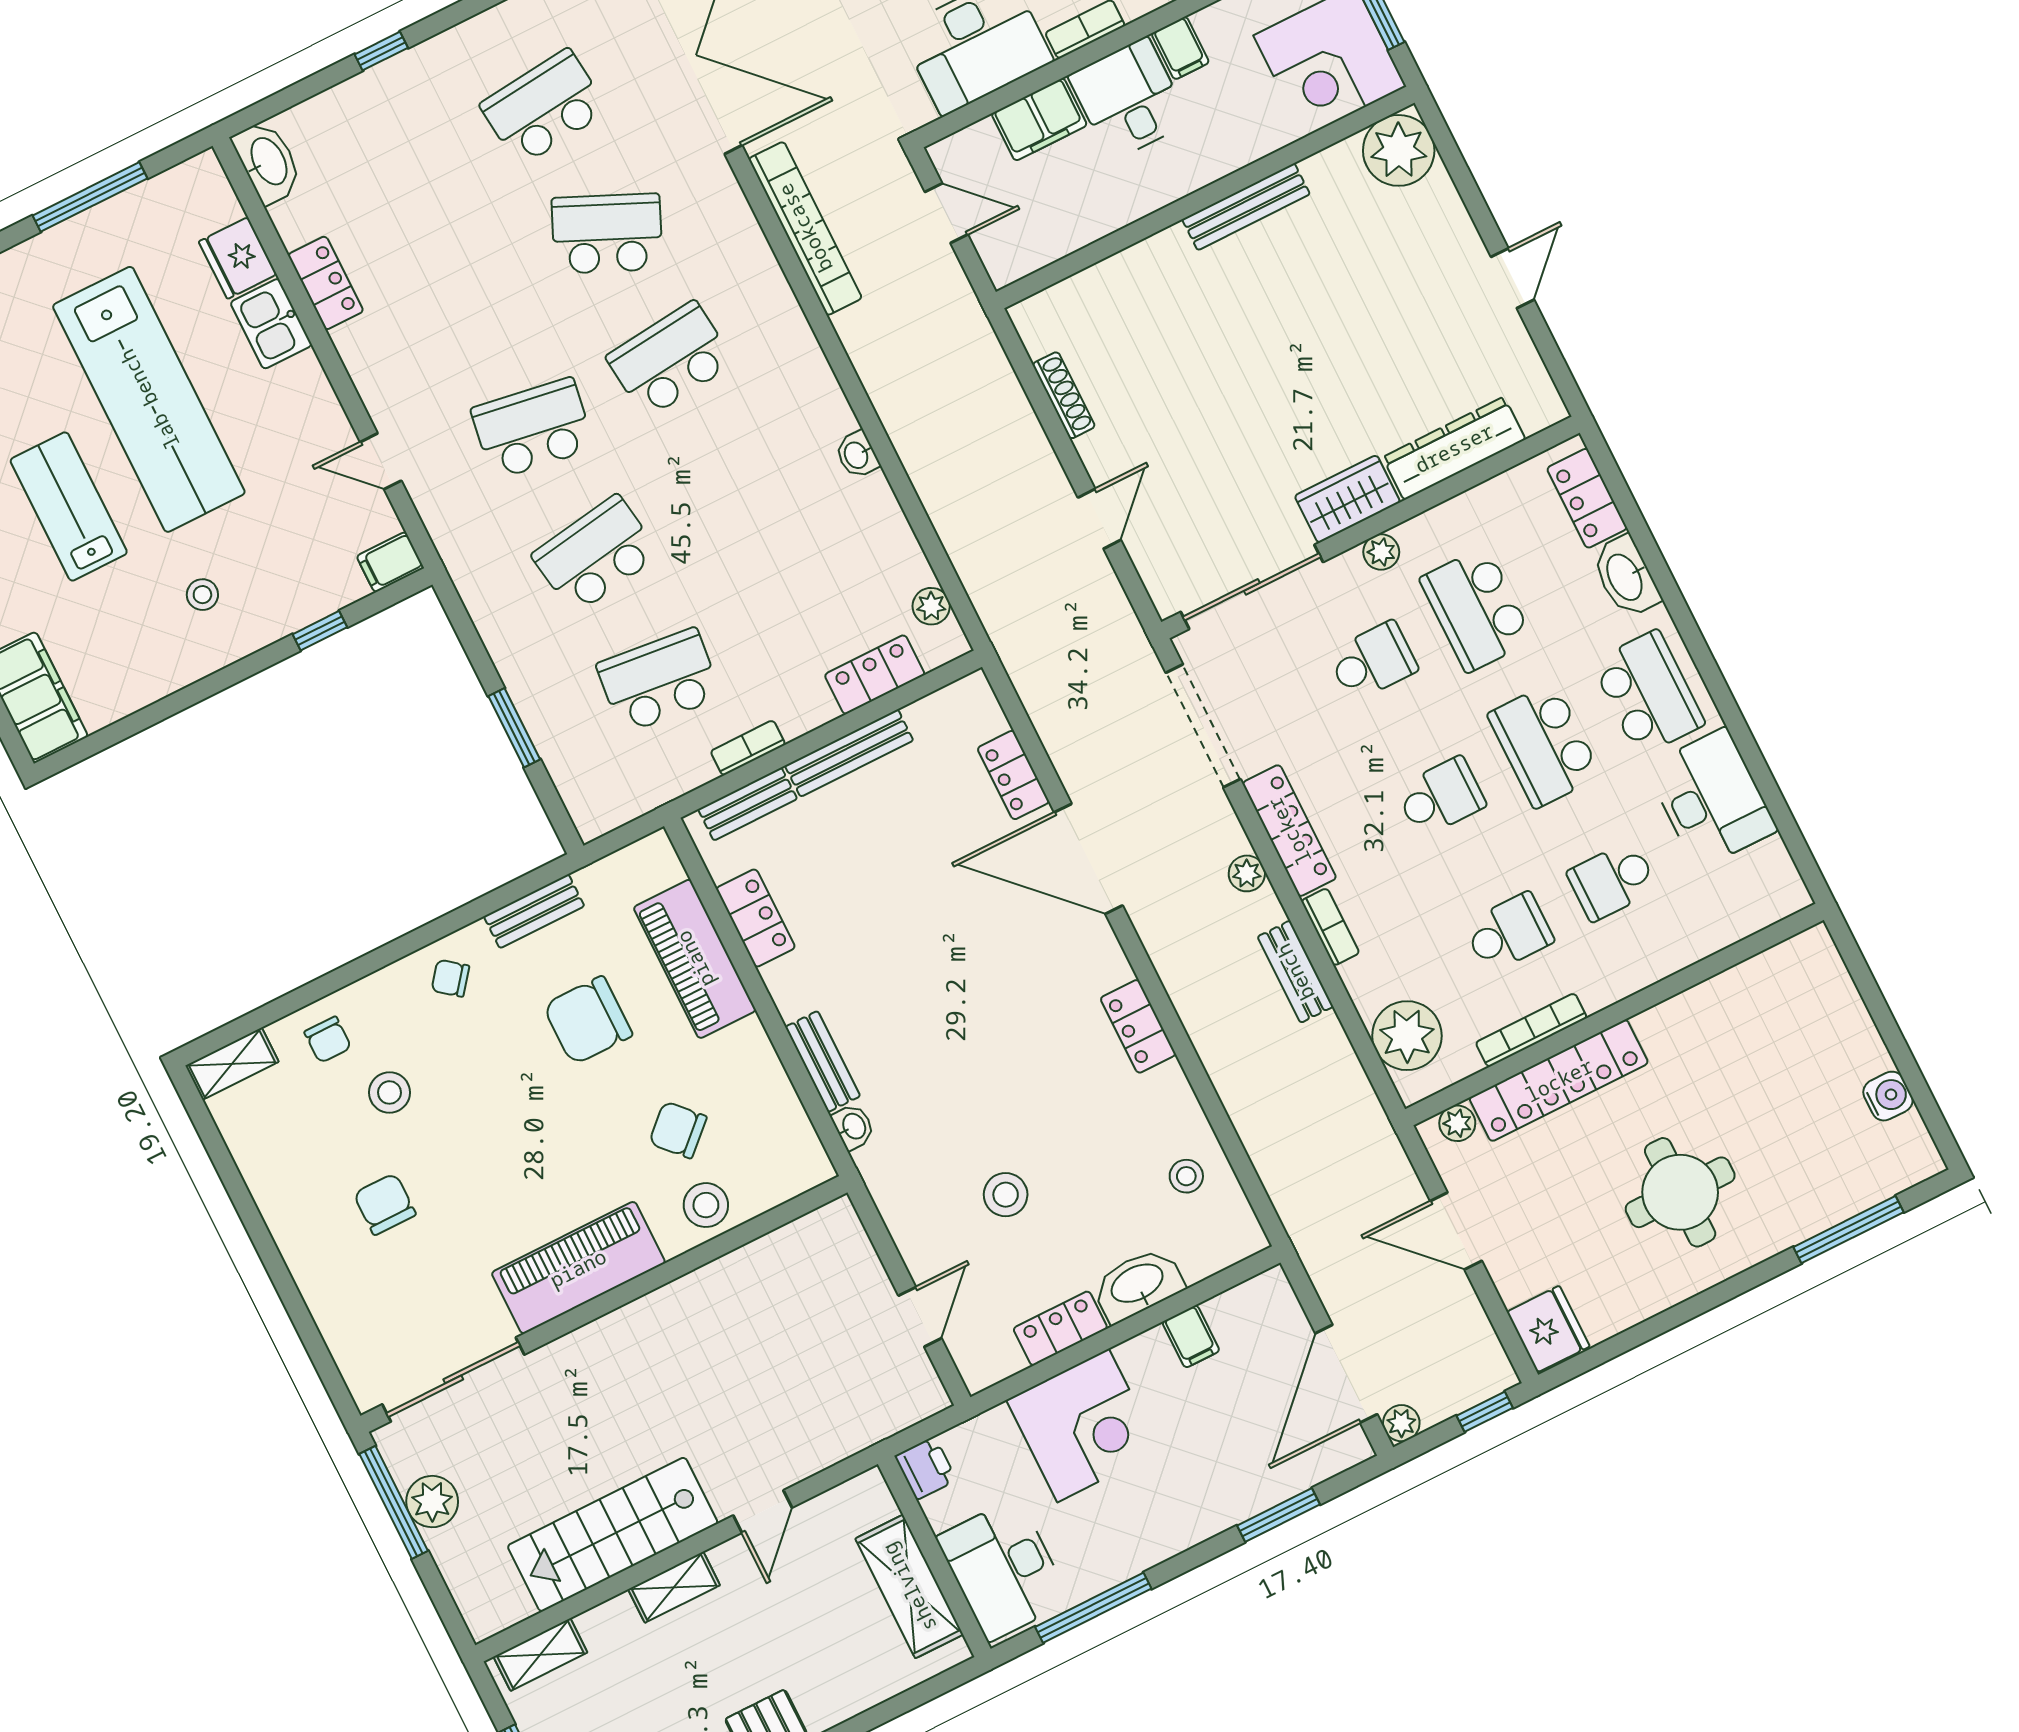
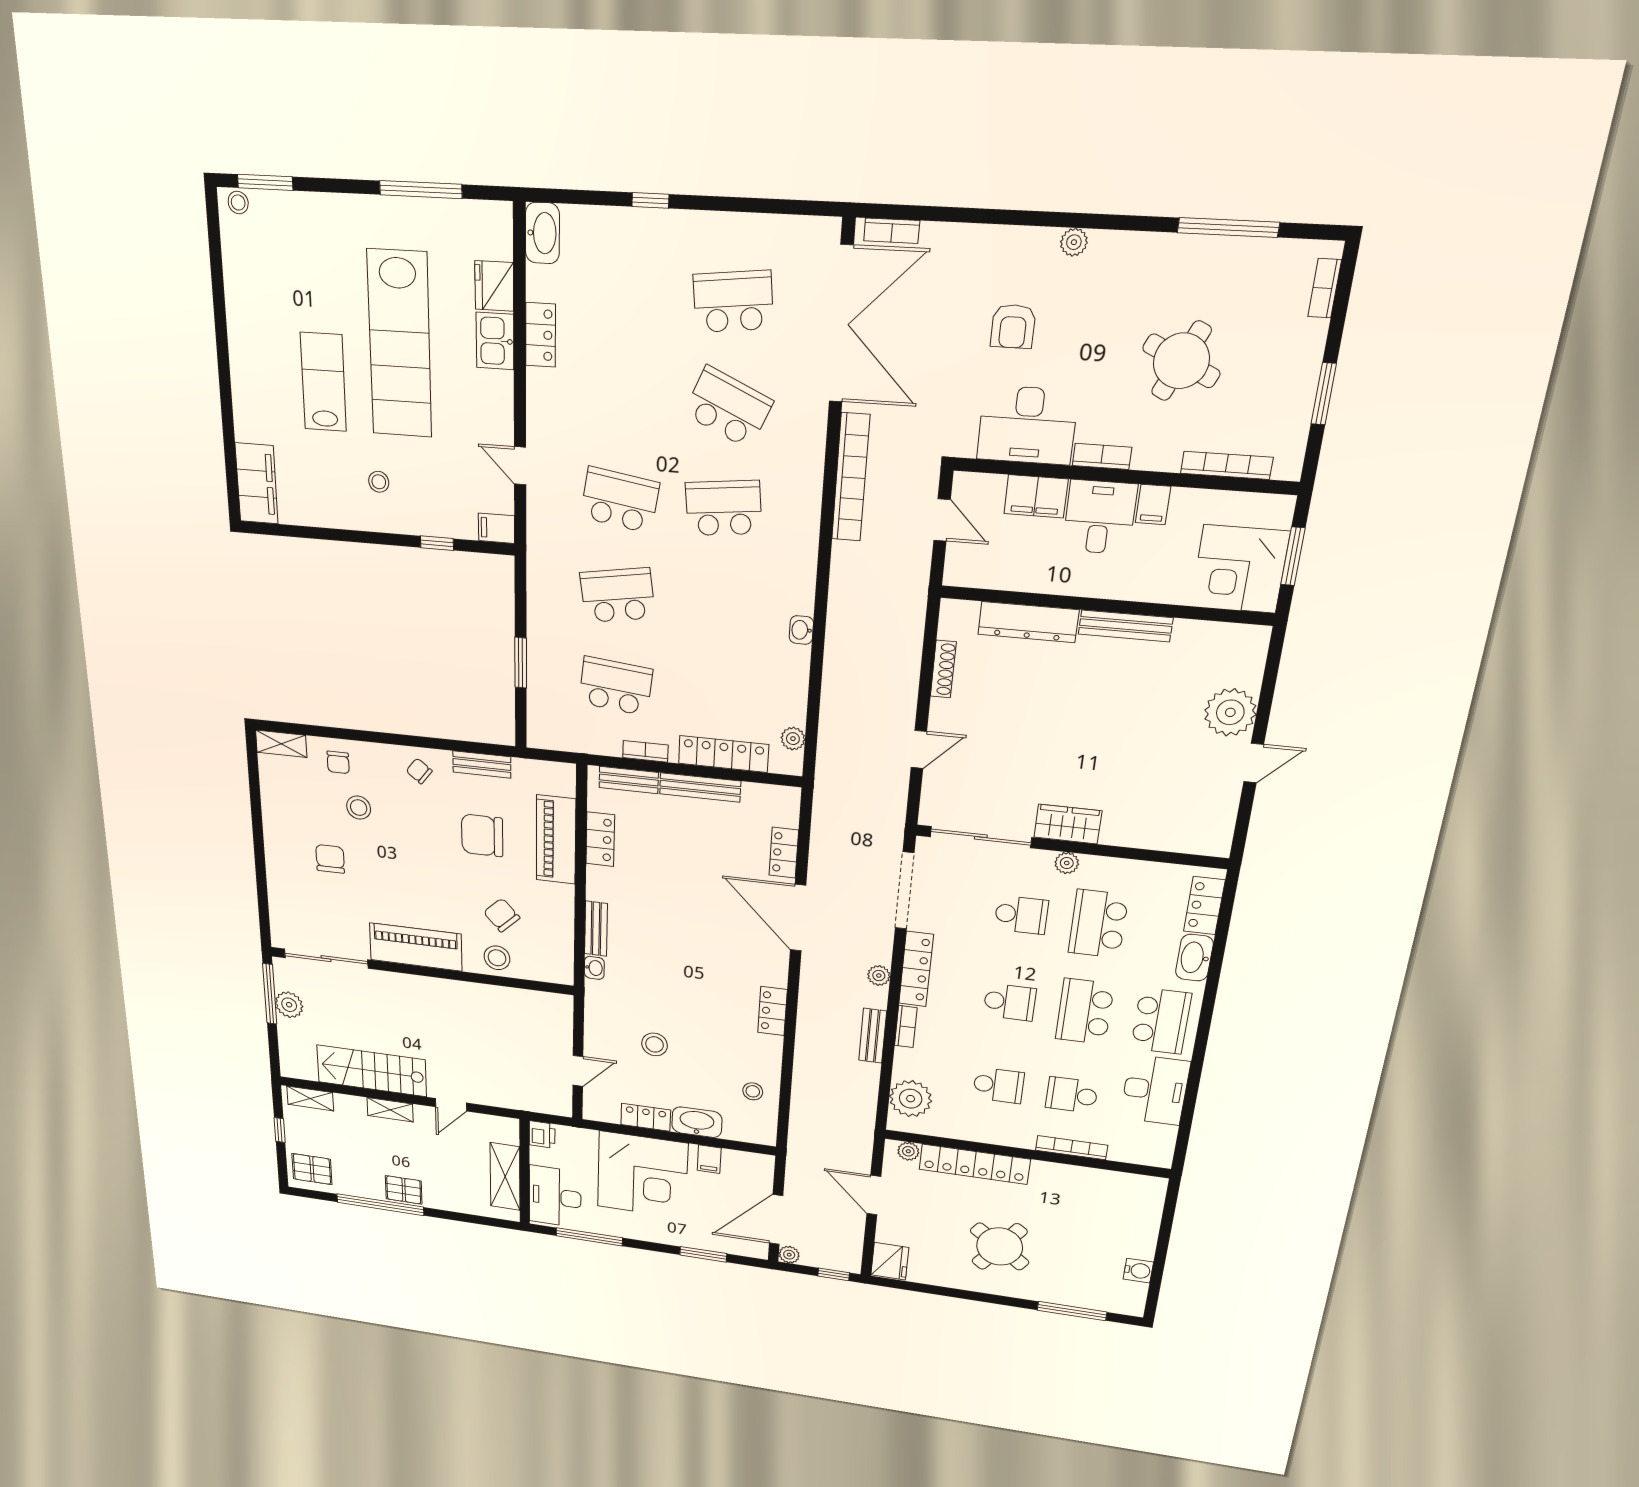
plant: (1399, 150) -> (1230, 712), moved
dresser: (1454, 448) -> (1028, 622), moved, turned 180
locker: (875, 675) -> (724, 754), width x1.53
bookcase: (1531, 1030) -> (1072, 1148), moved
round table: (1680, 1192) -> (1000, 1246), turned 36
corner desk: (1083, 1425) -> (642, 1175), width x1.36, depth x1.36

